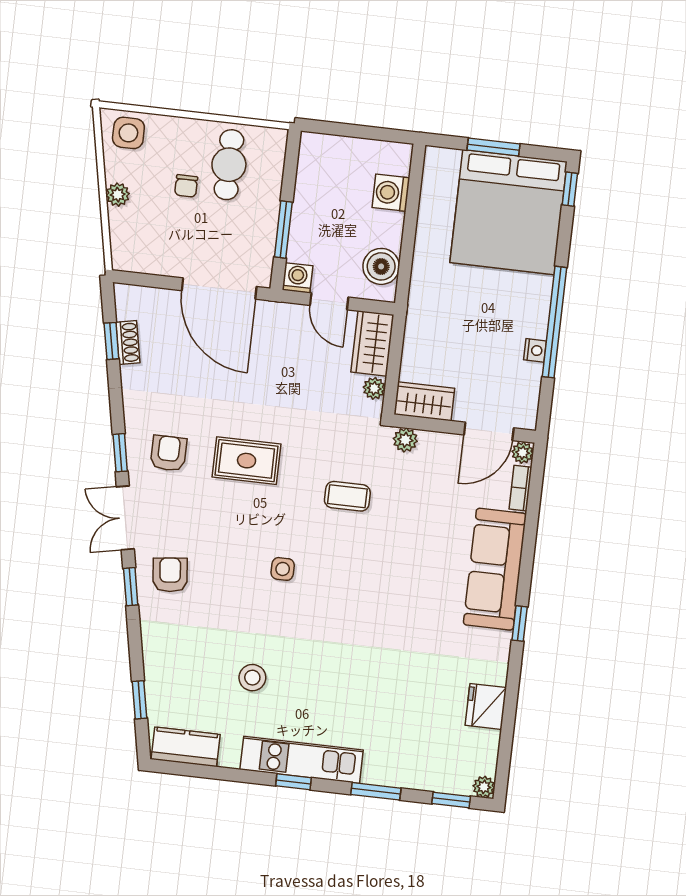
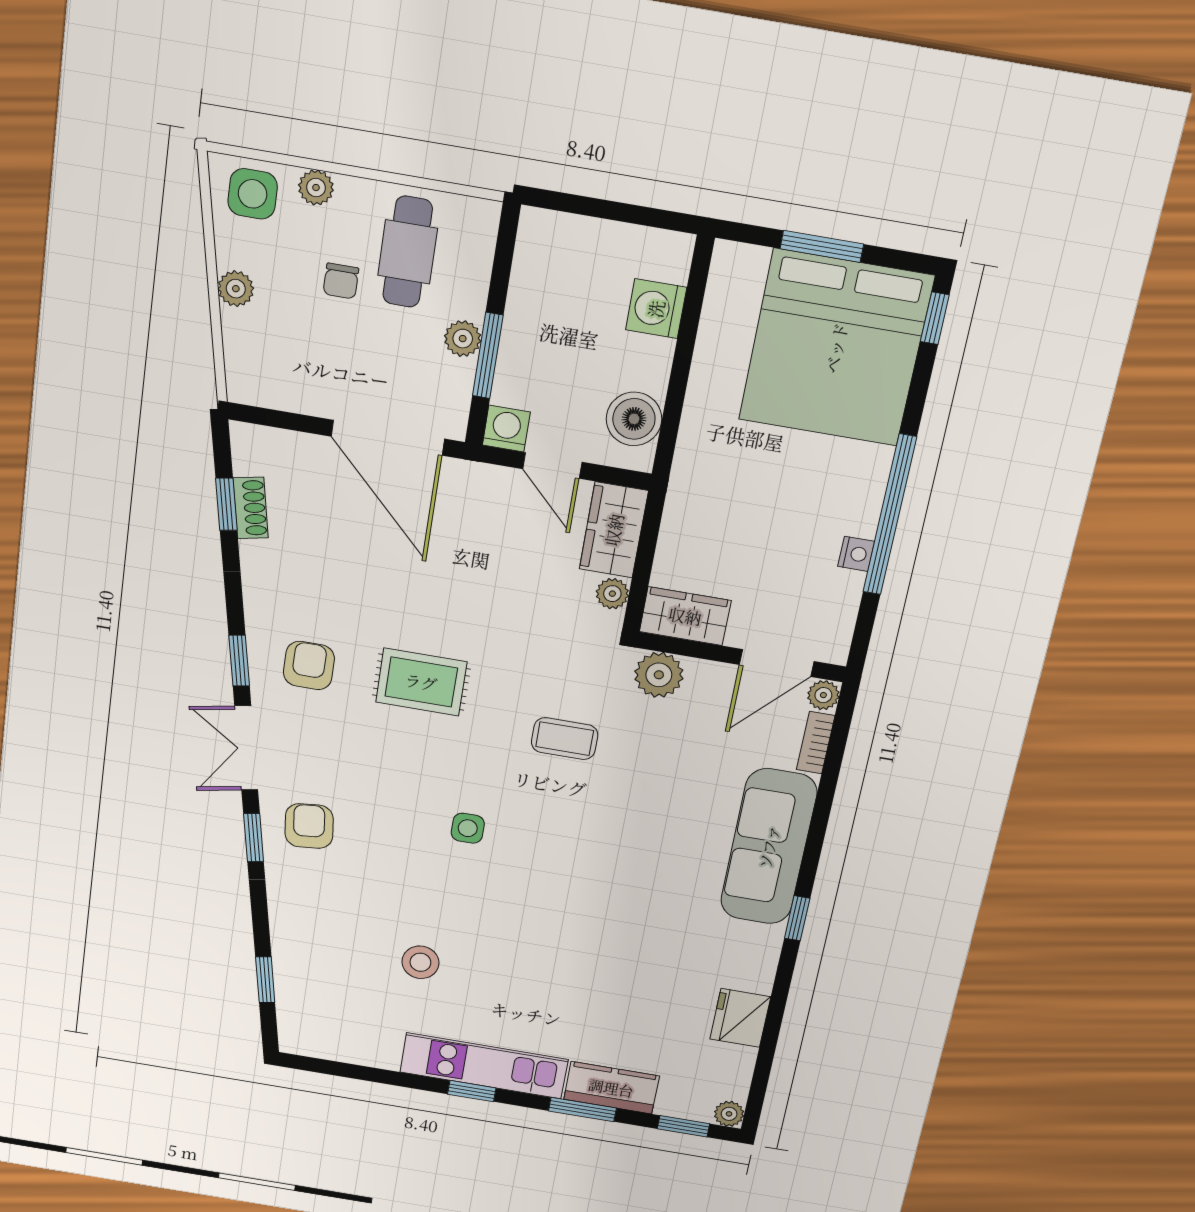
plant: (169, 127) -> (316, 188), added
plant: (266, 219) -> (463, 339), added
plant: (405, 440) -> (659, 675), width x1.38, depth x1.38
kitchen counter: (186, 747) -> (611, 1088), moved

